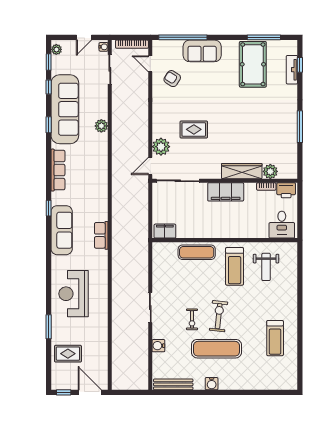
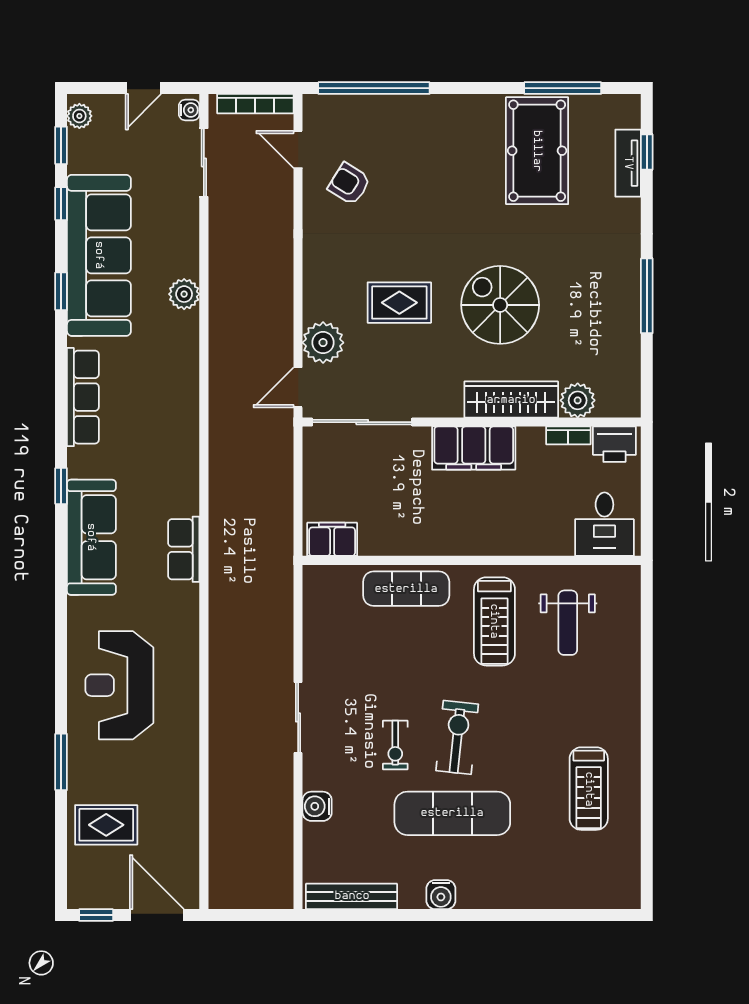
sofa: (202, 51) -> (419, 119), removed
spiral stairs: (237, 131) -> (500, 305), added

